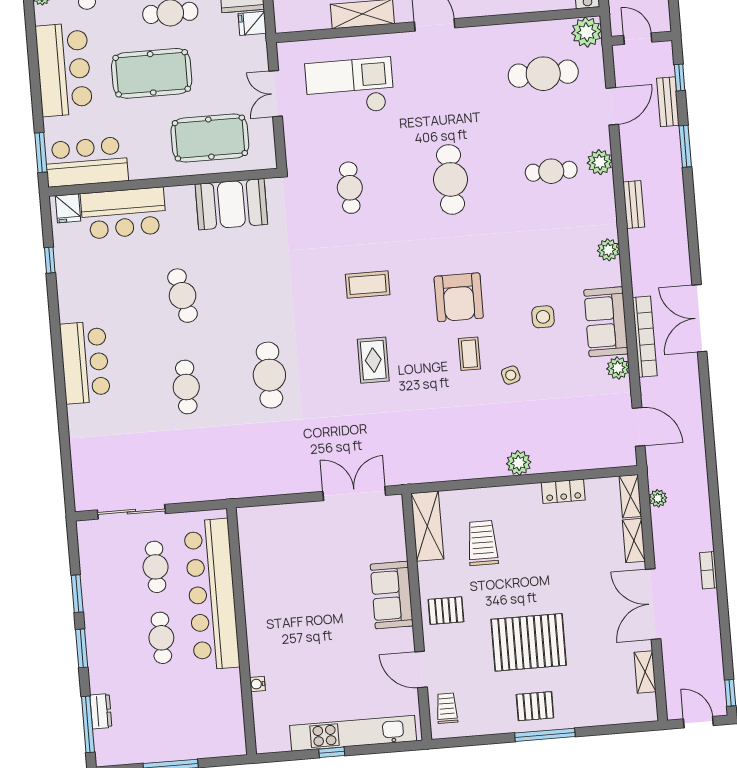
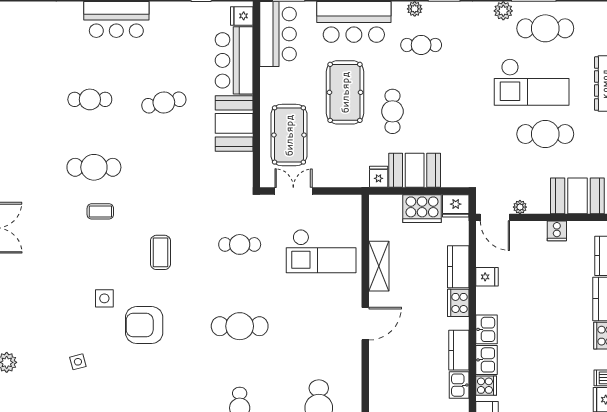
checkout: (350, 87) -> (321, 251), turned 90
double door: (276, 94) -> (293, 191), moved
booth: (231, 204) -> (234, 123), moved
side table: (543, 317) -> (104, 298), moved
coffee table: (469, 354) -> (100, 211), moved
rug: (373, 360) -> (99, 252), removed

